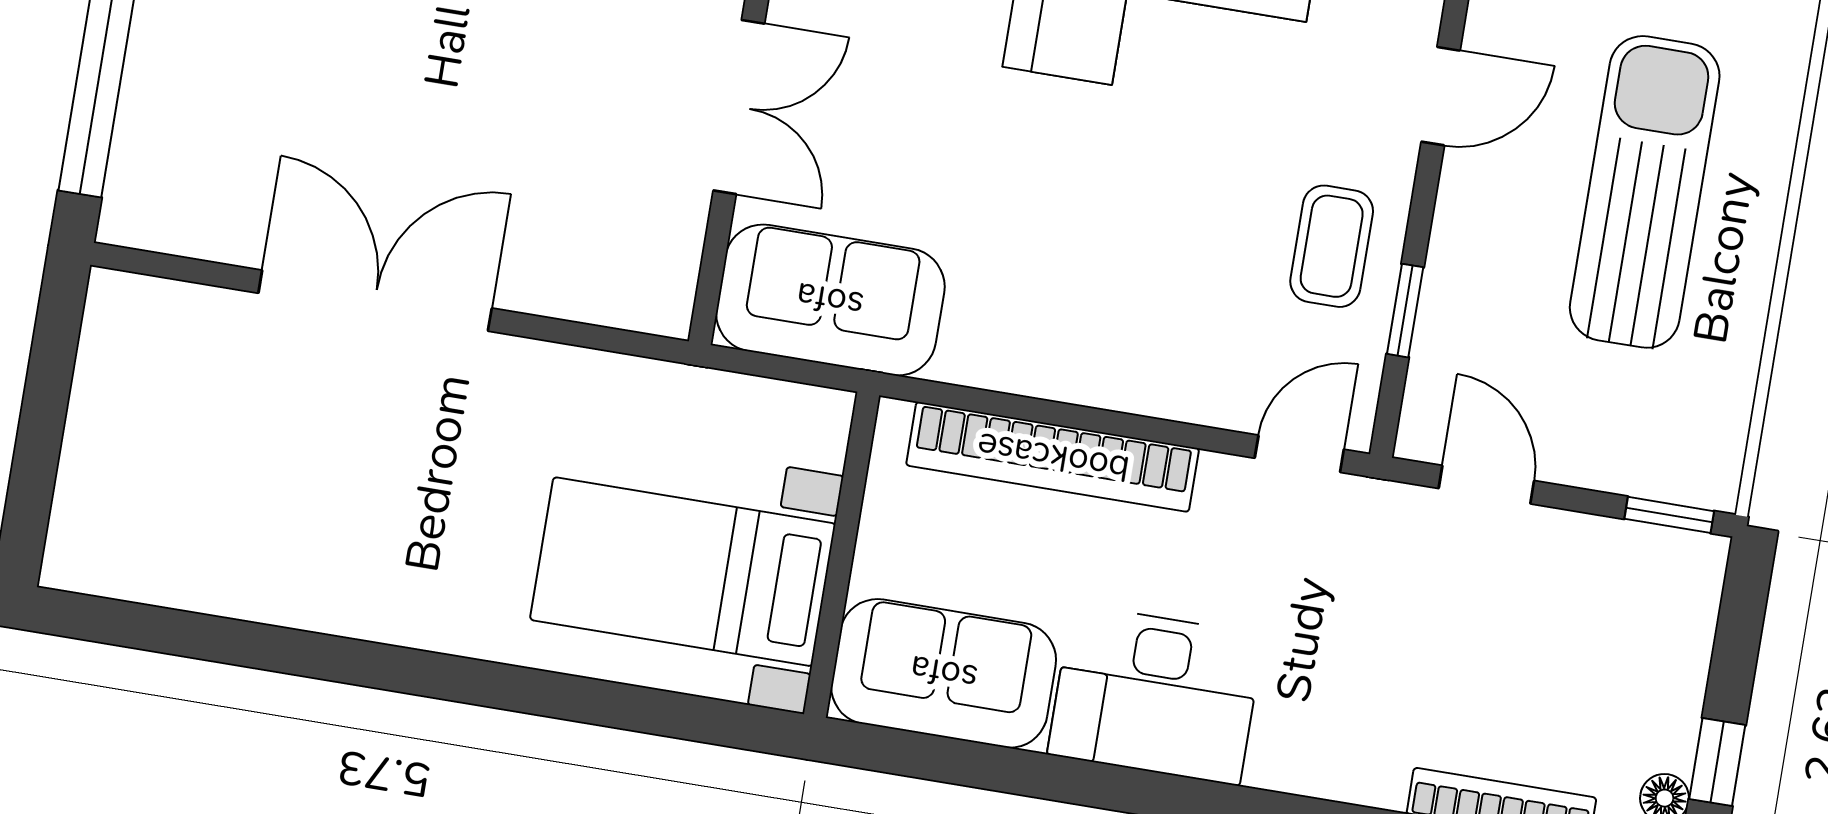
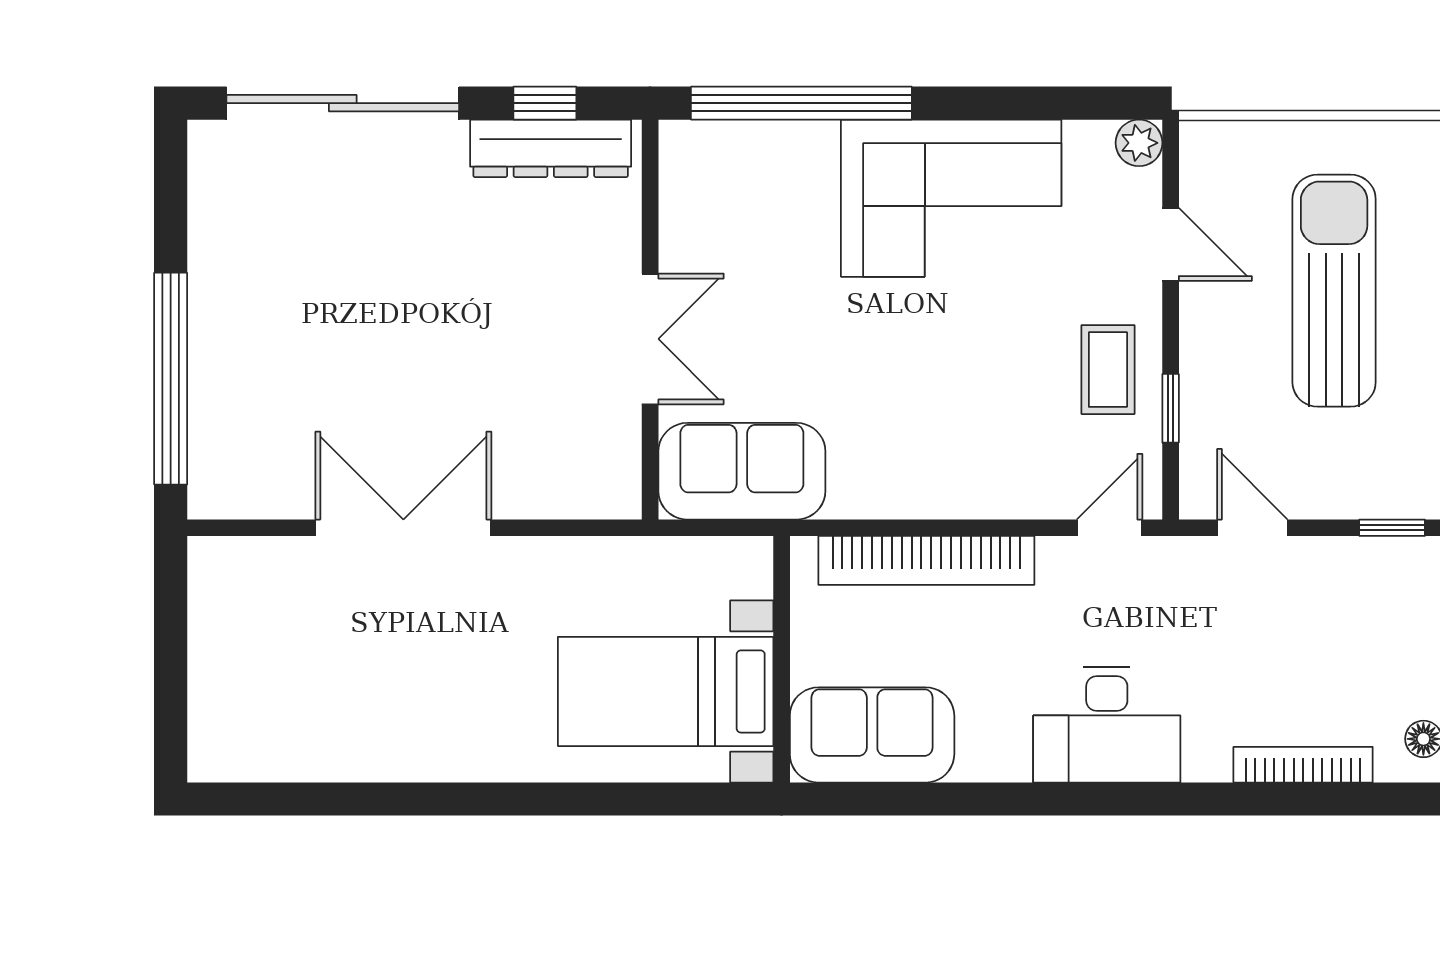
door: (1441, 96) -> (1171, 244), hinge flipped
desk: (1156, 695) -> (1107, 725), moved

